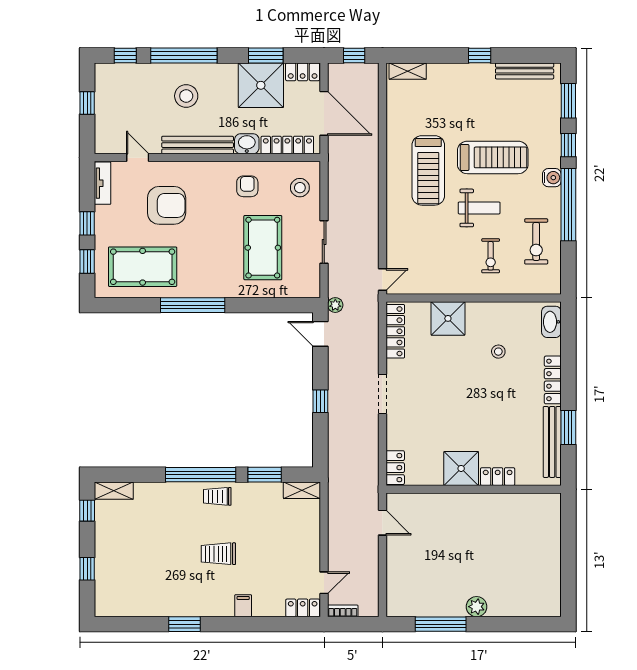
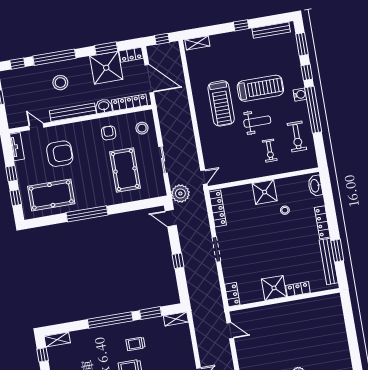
plant: (335, 305) -> (180, 194), width x1.87, depth x1.87
shower: (448, 318) -> (265, 192), moved
trolley: (217, 496) -> (136, 344), moved

